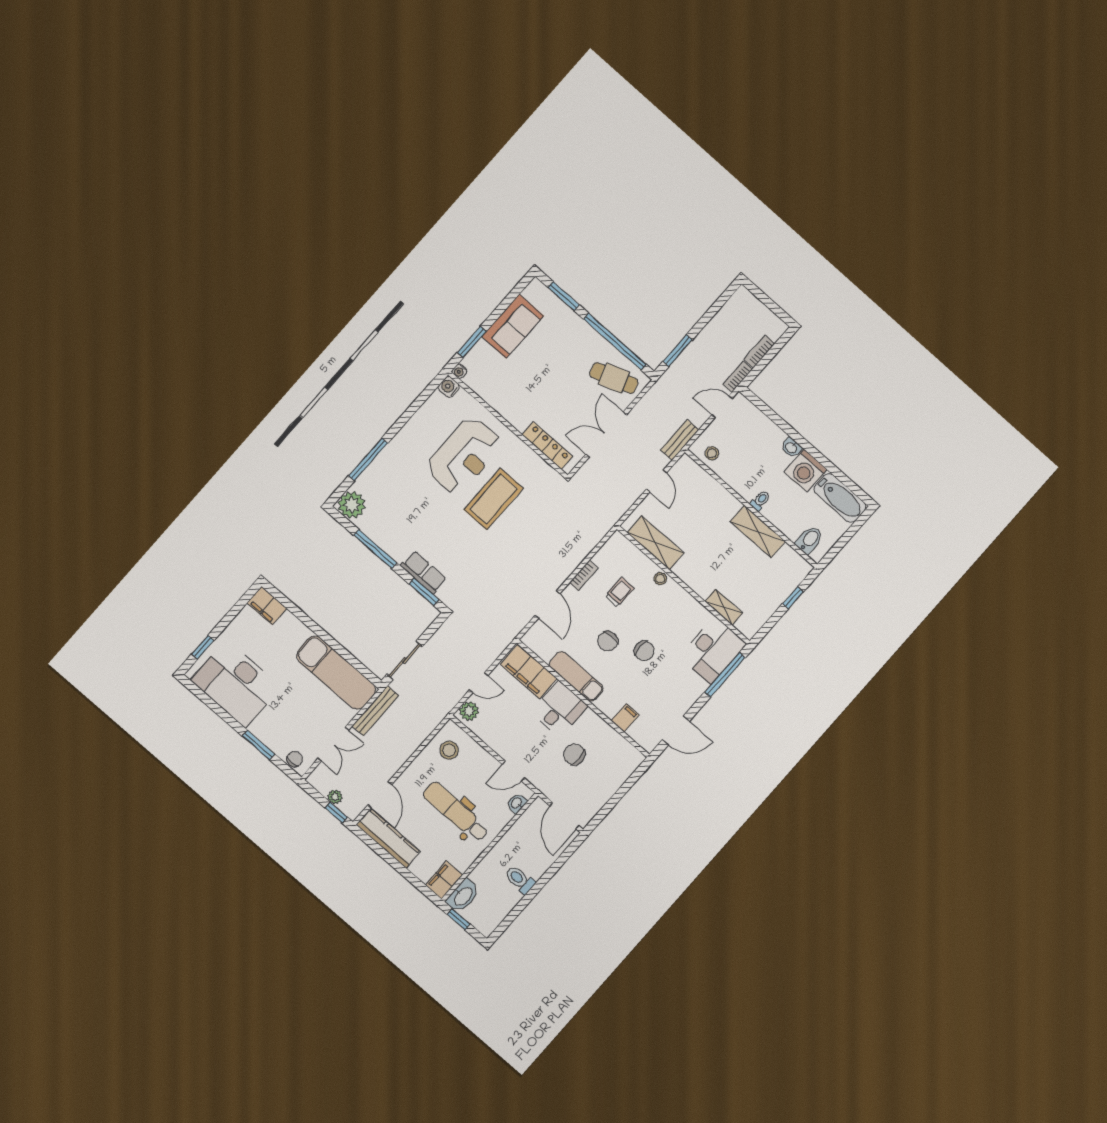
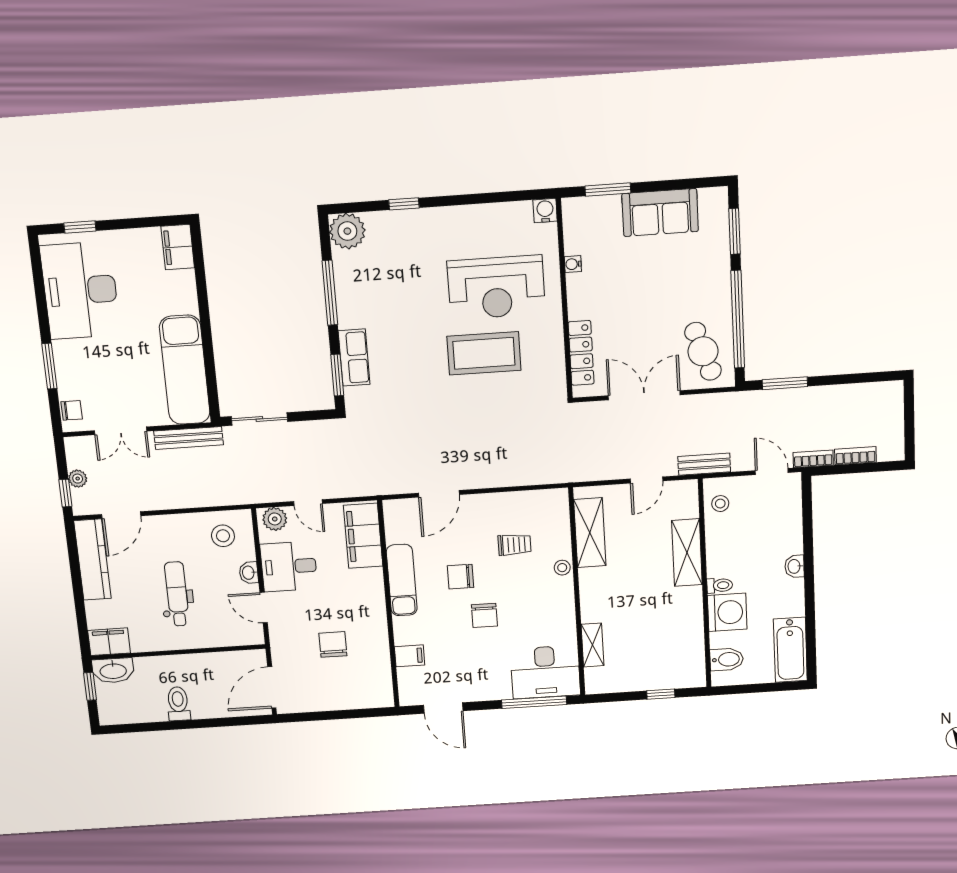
water cooler: (459, 371) -> (573, 264), moved
window: (368, 459) -> (404, 204), width x0.46
washing machine: (806, 471) -> (727, 612), moved, turned 180
shelving: (758, 532) -> (687, 553), moved
bookcase: (584, 575) -> (497, 500), removed
desk: (559, 709) -> (289, 566), moved, turned 180
washbasin: (517, 803) -> (249, 573), moved, turned -90
dental chair: (456, 812) -> (177, 594), width x0.73, depth x0.72

